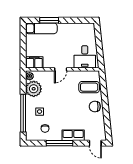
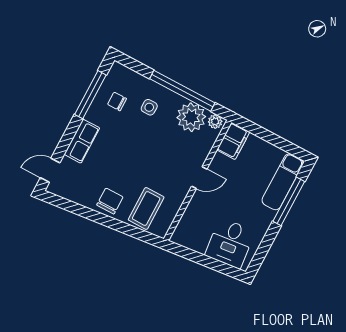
window: (49, 20) -> (289, 201), width x1.44
desk: (85, 57) -> (230, 243), moved, turned -96
door: (61, 69) -> (199, 178), swing flipped
window: (23, 113) -> (182, 91), moved
window: (60, 143) -> (90, 95), moved

